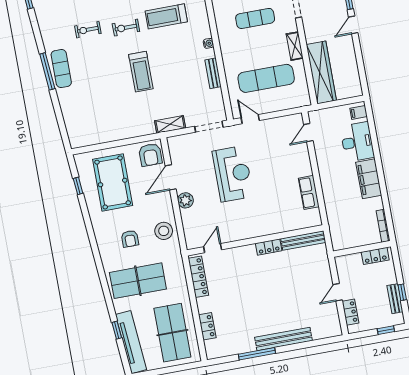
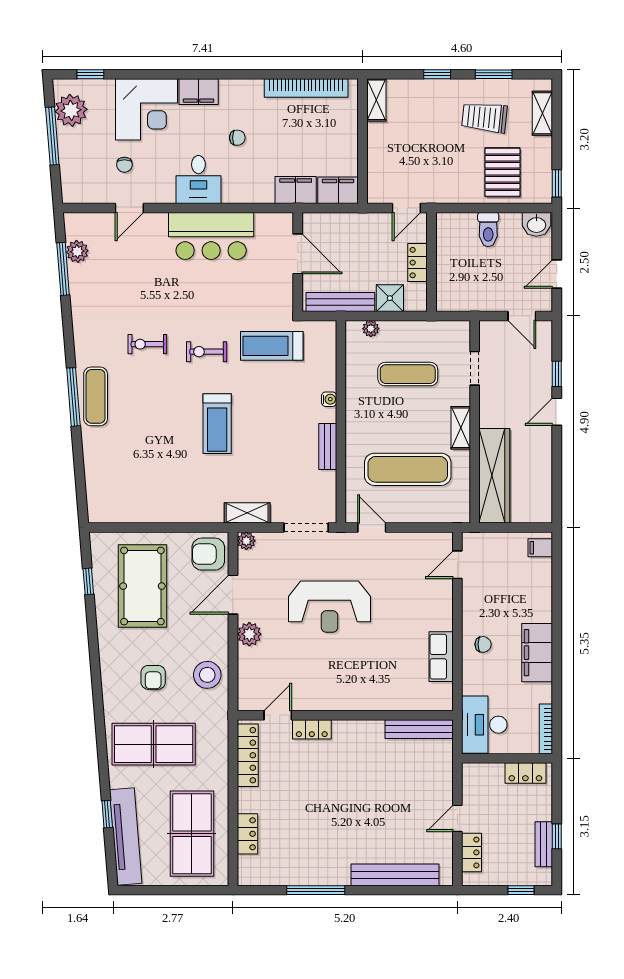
plant: (173, 142) -> (246, 541), added
desk: (357, 142) -> (484, 725), moved, turned 180
armchair: (150, 155) -> (208, 554), turned 90
reception desk: (233, 174) -> (329, 607), turned 90
chair: (334, 180) -> (483, 644), added
locker: (269, 247) -> (312, 729), moved
bench: (283, 339) -> (395, 875), moved

